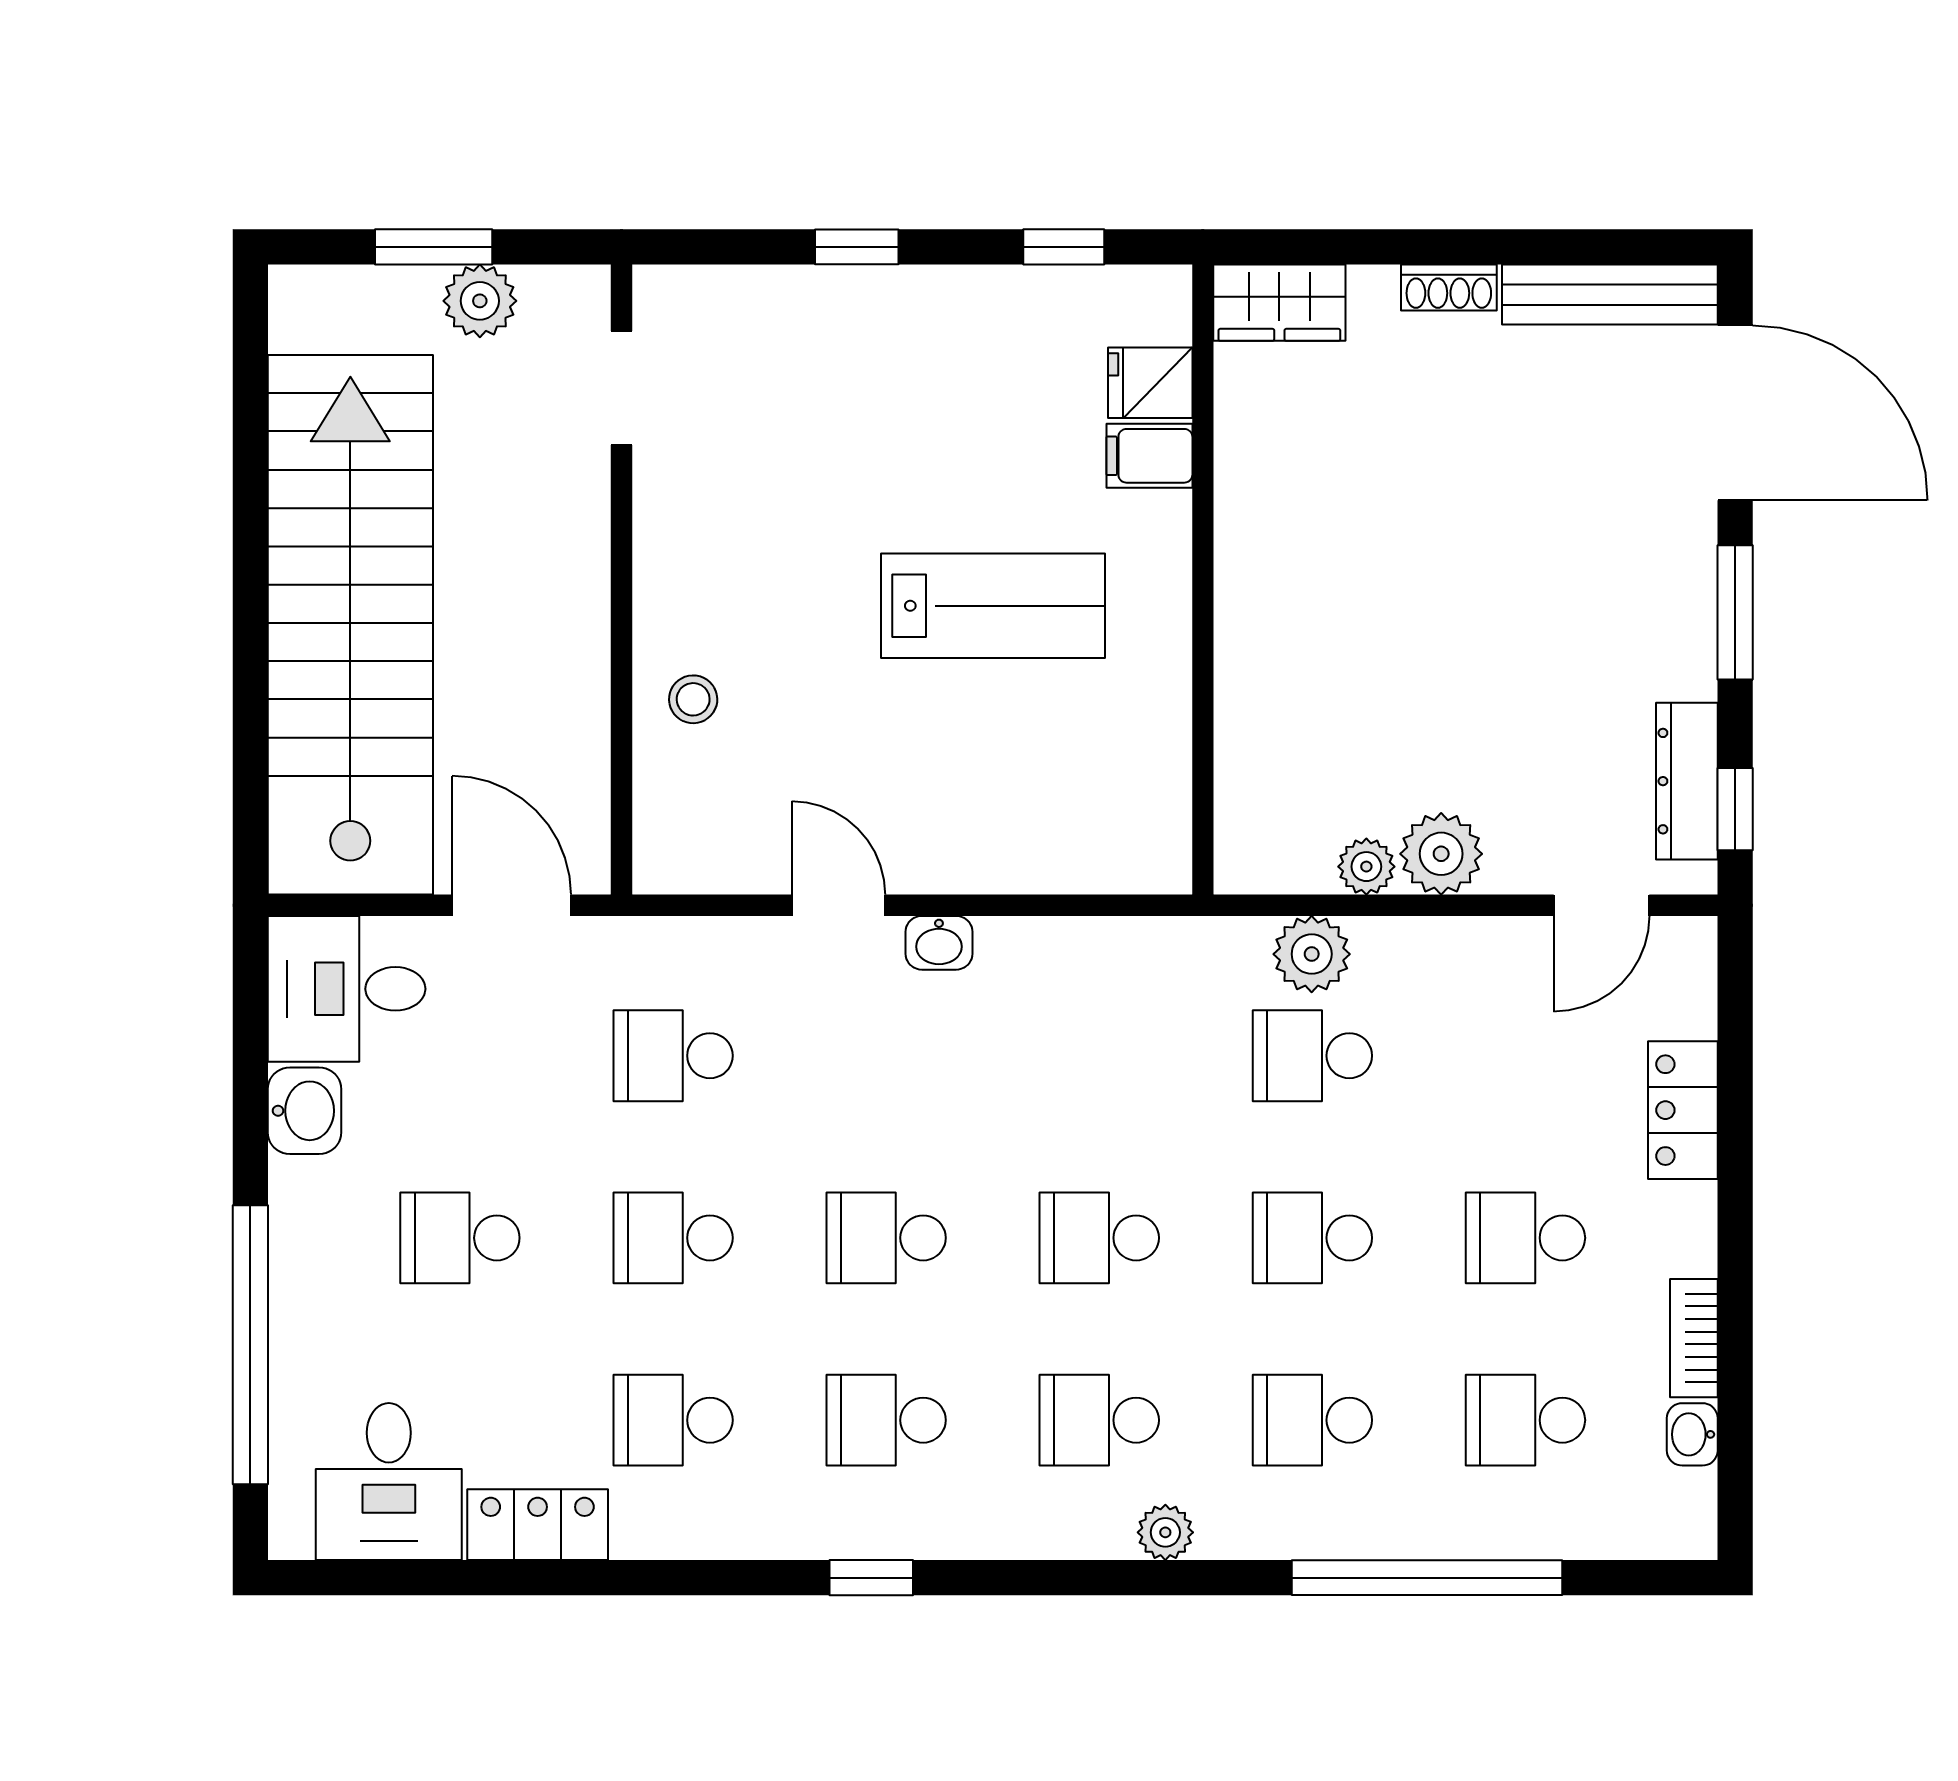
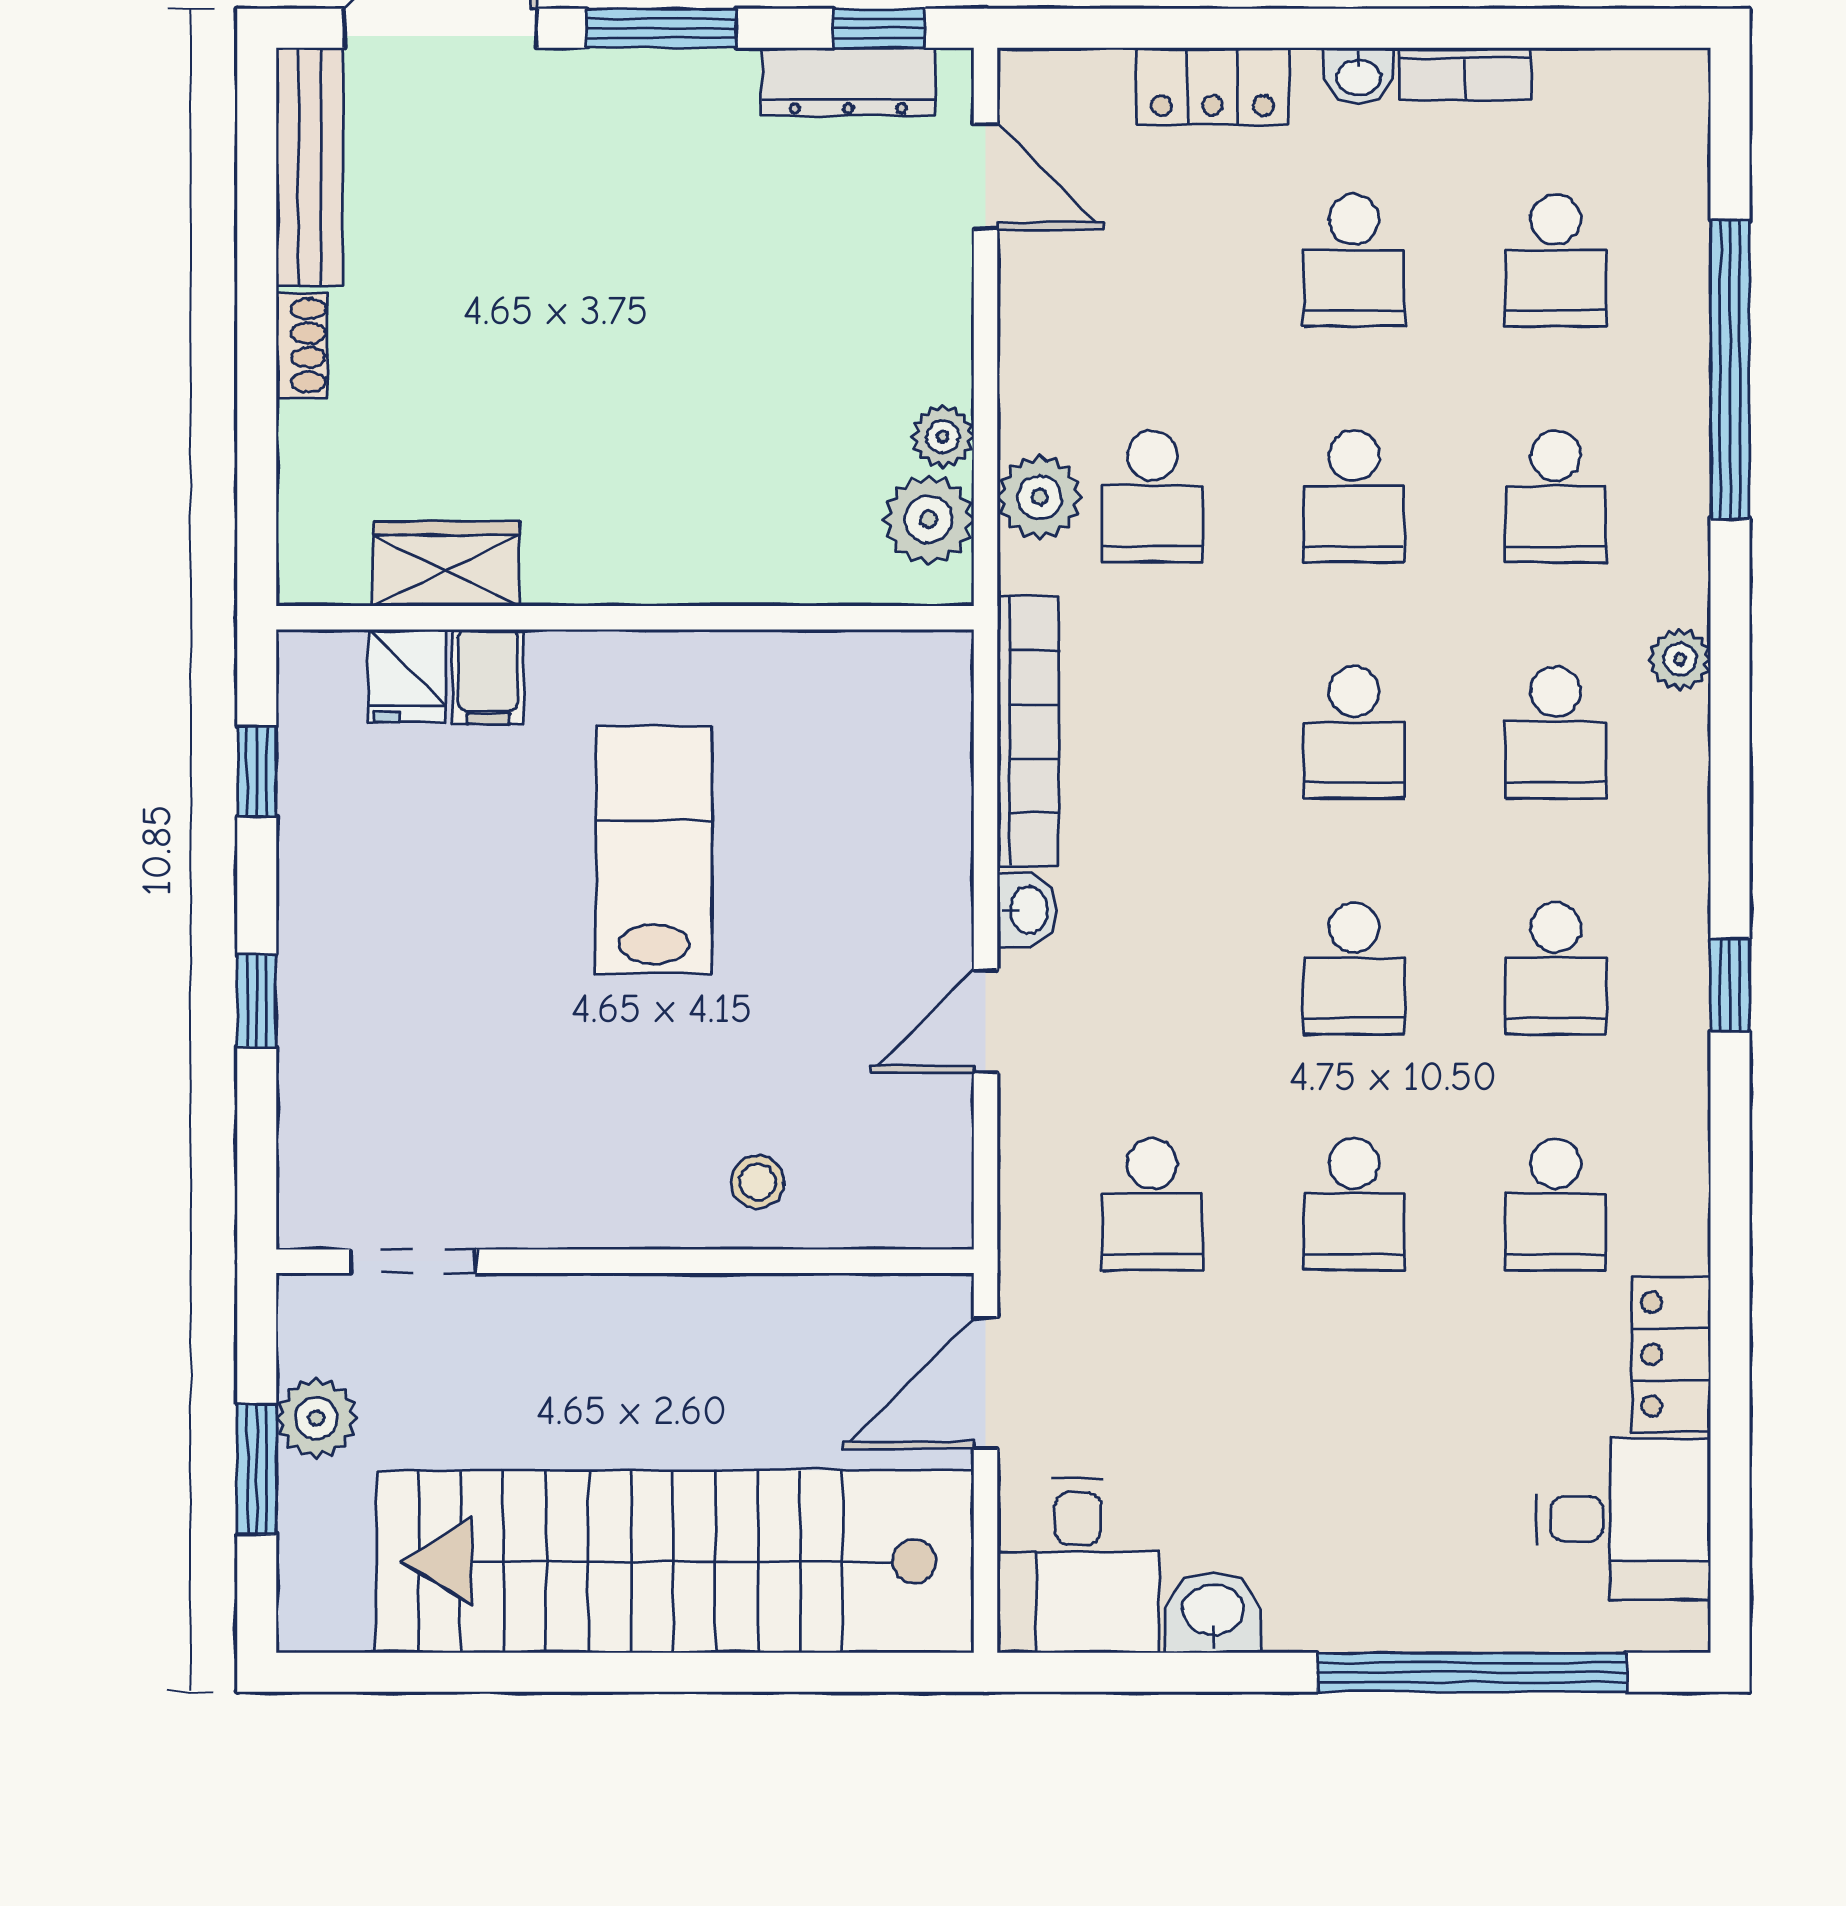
wardrobe: (1279, 303) -> (446, 564), moved, turned -90
plant: (1441, 854) -> (929, 519), moved
bookcase: (1100, 943) -> (1028, 731), added
school desk: (460, 1238) -> (1354, 1440), removed
washbasin: (1692, 1434) -> (1358, 76), moved

